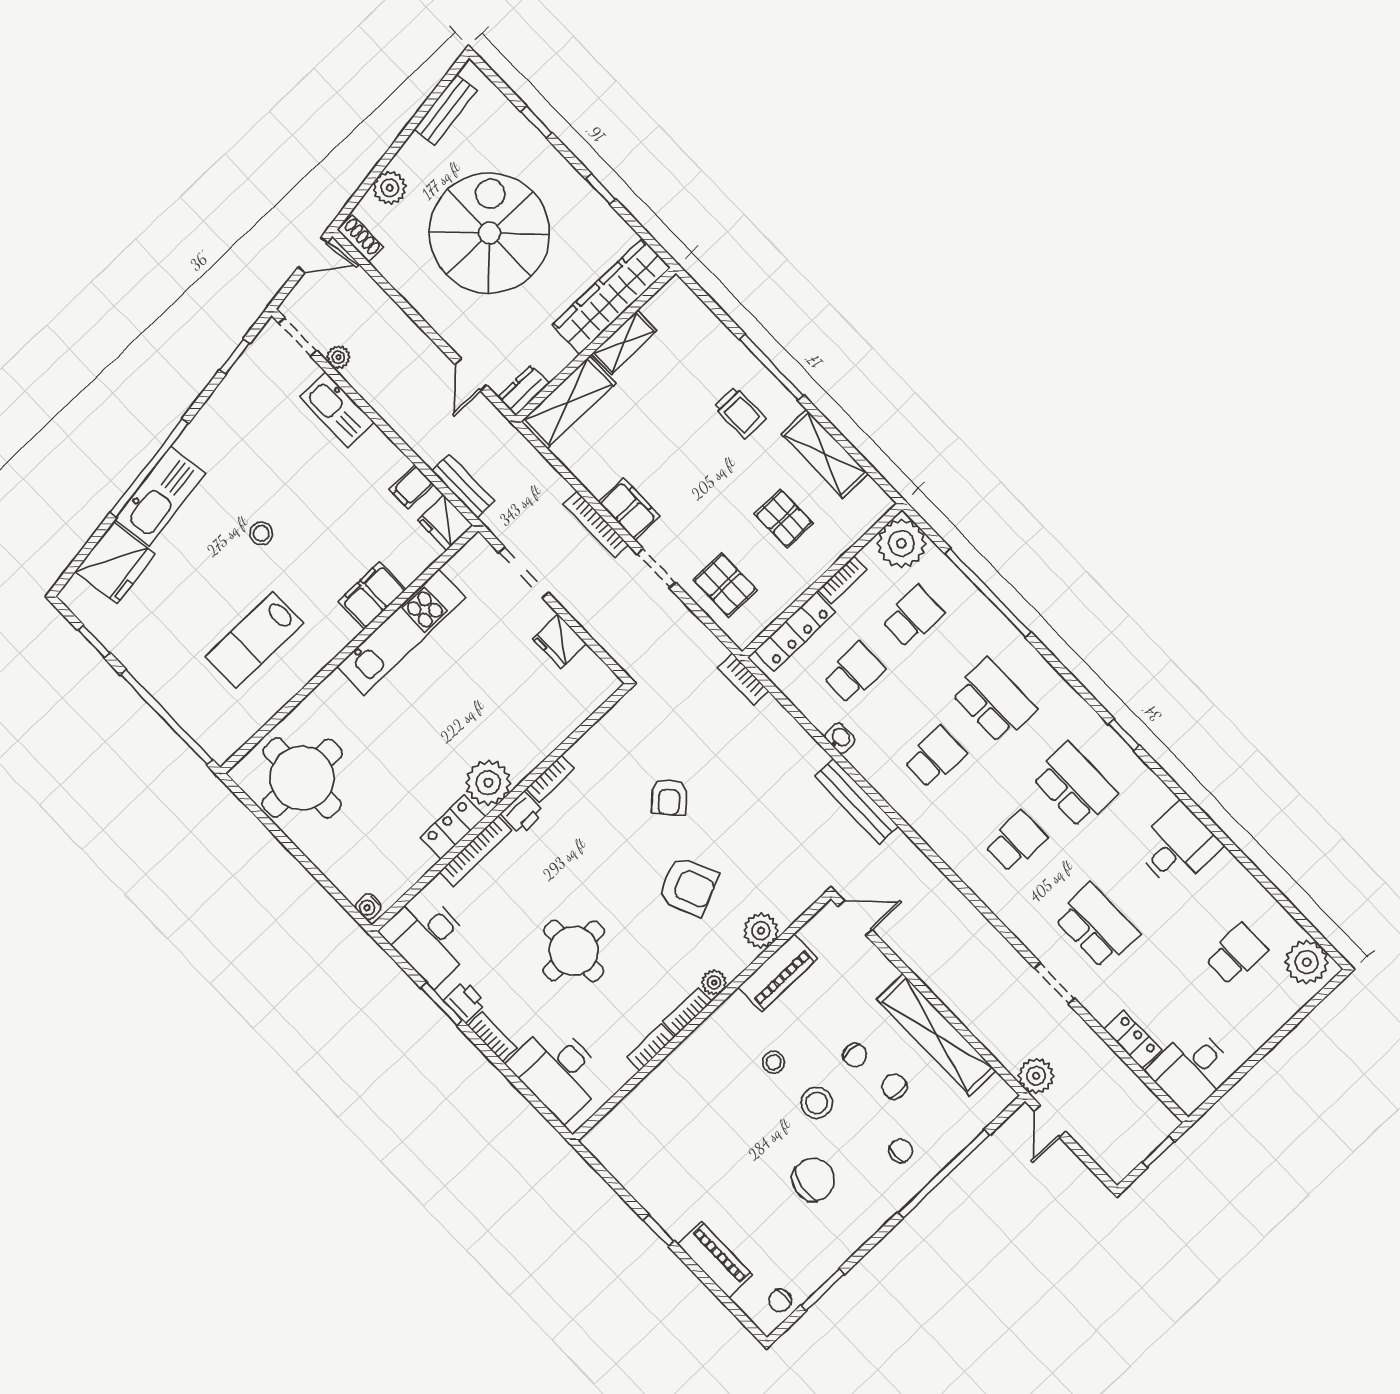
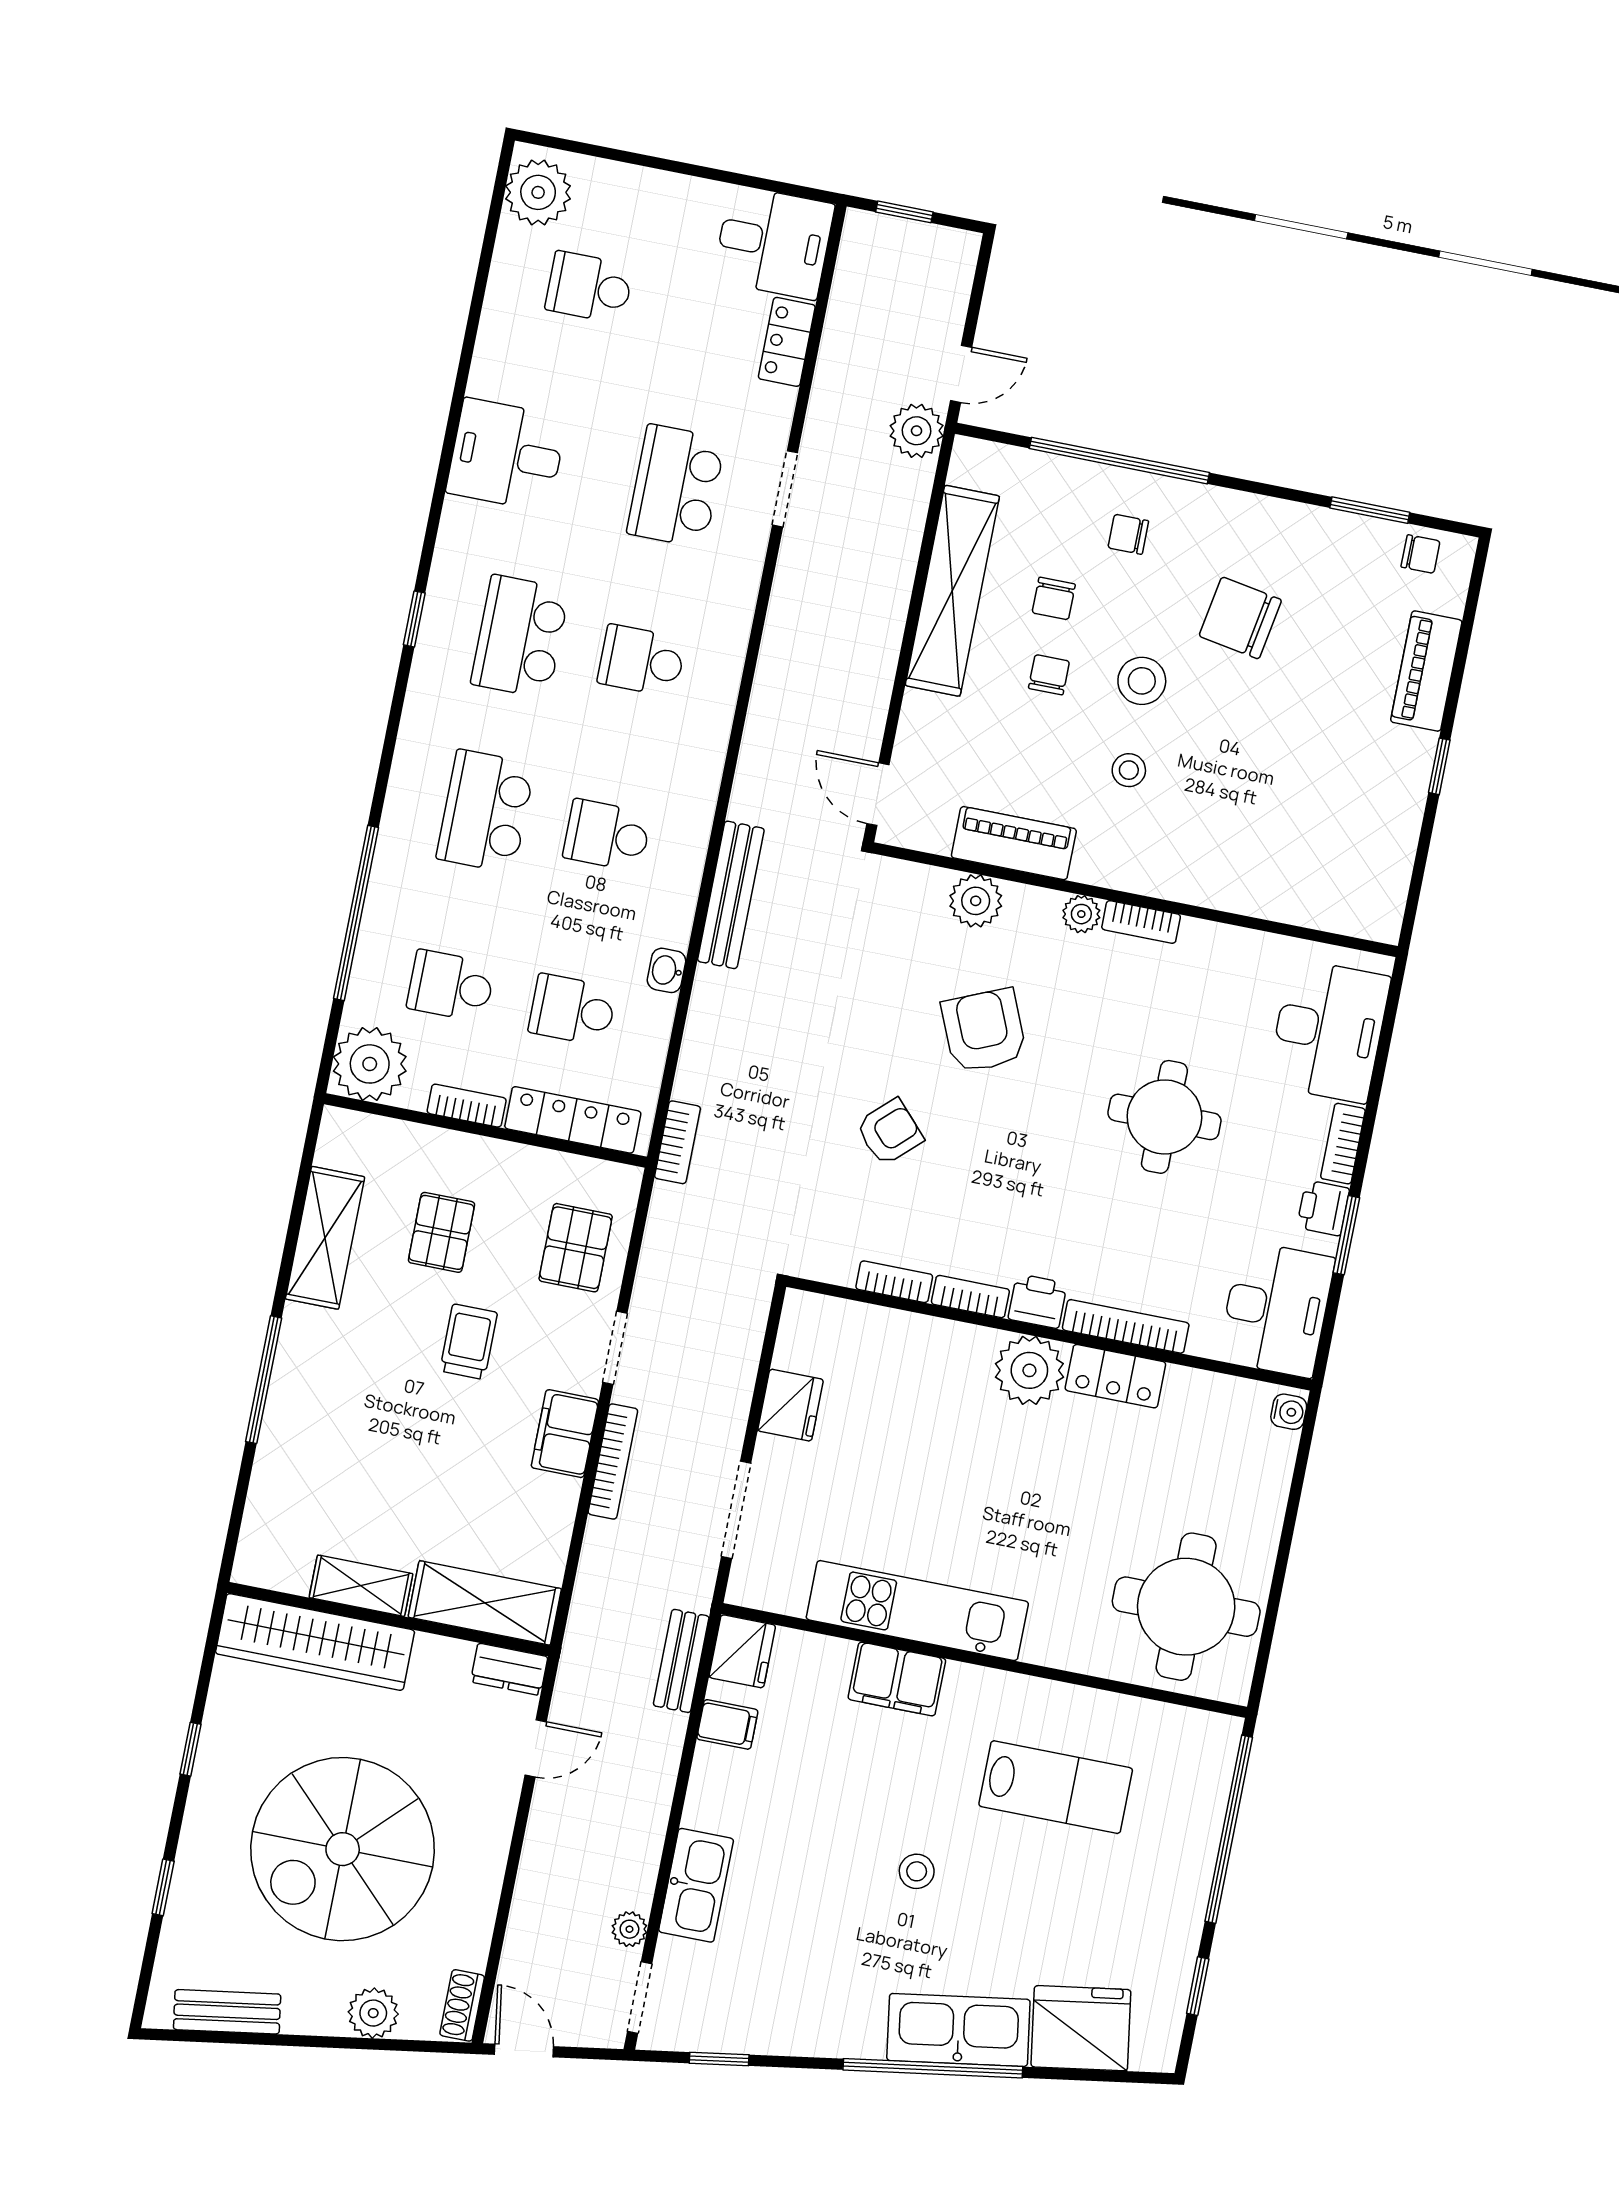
trolley: (740, 413) -> (469, 1342), moved
bookcase: (651, 1047) -> (894, 1282), moved, turned 180

